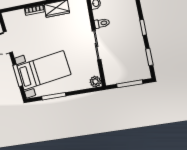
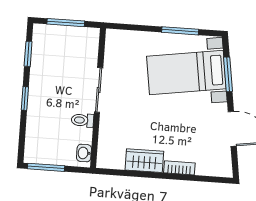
plant: (95, 82) -> (114, 37), removed

